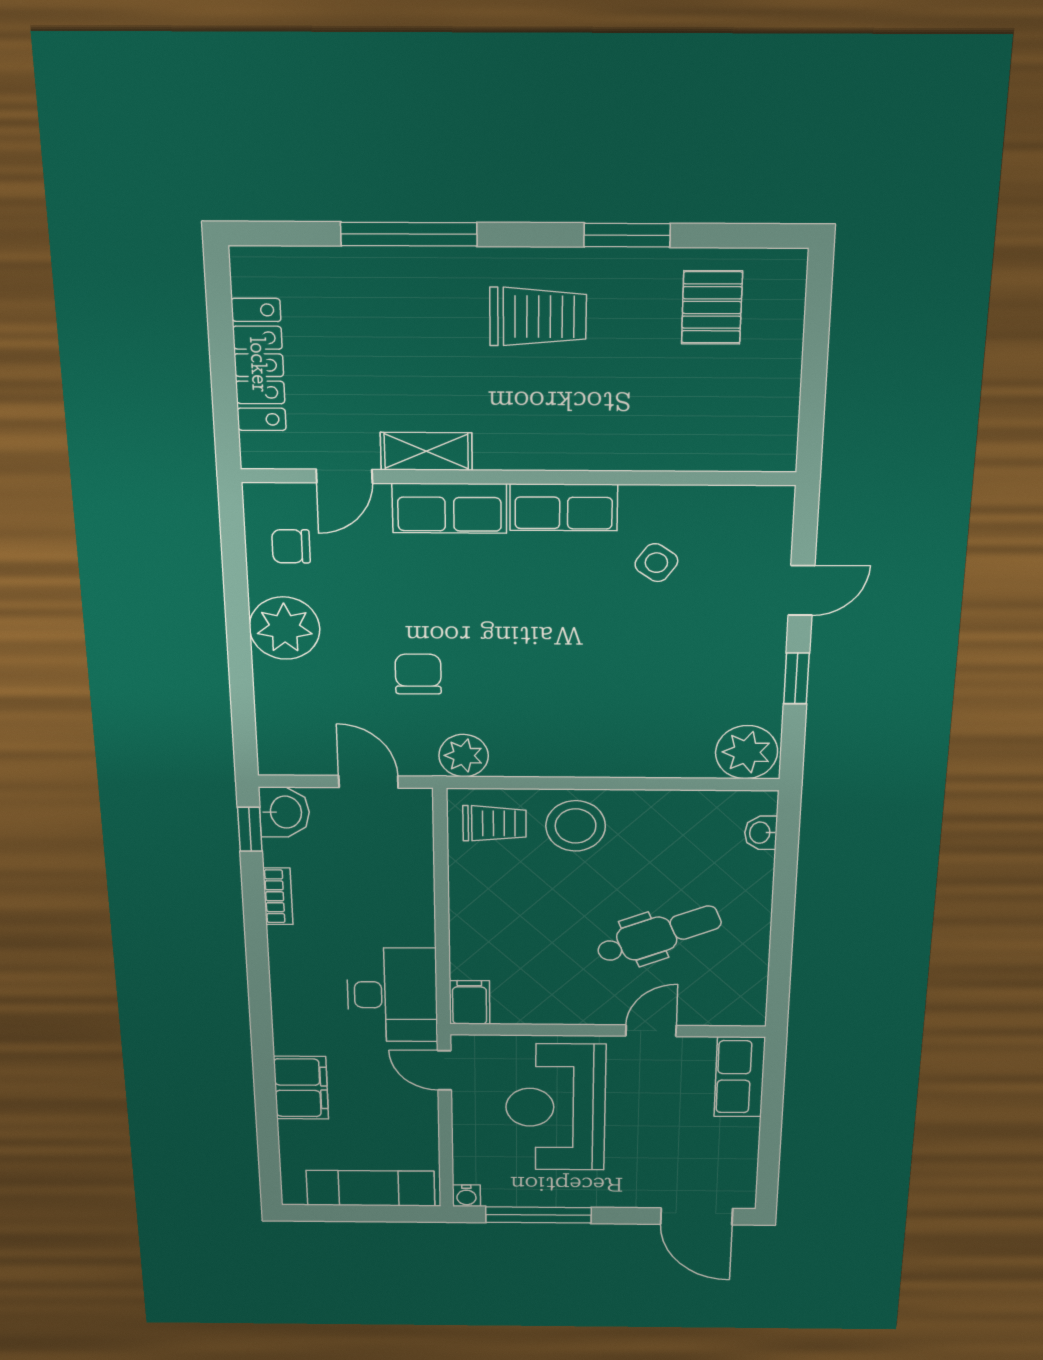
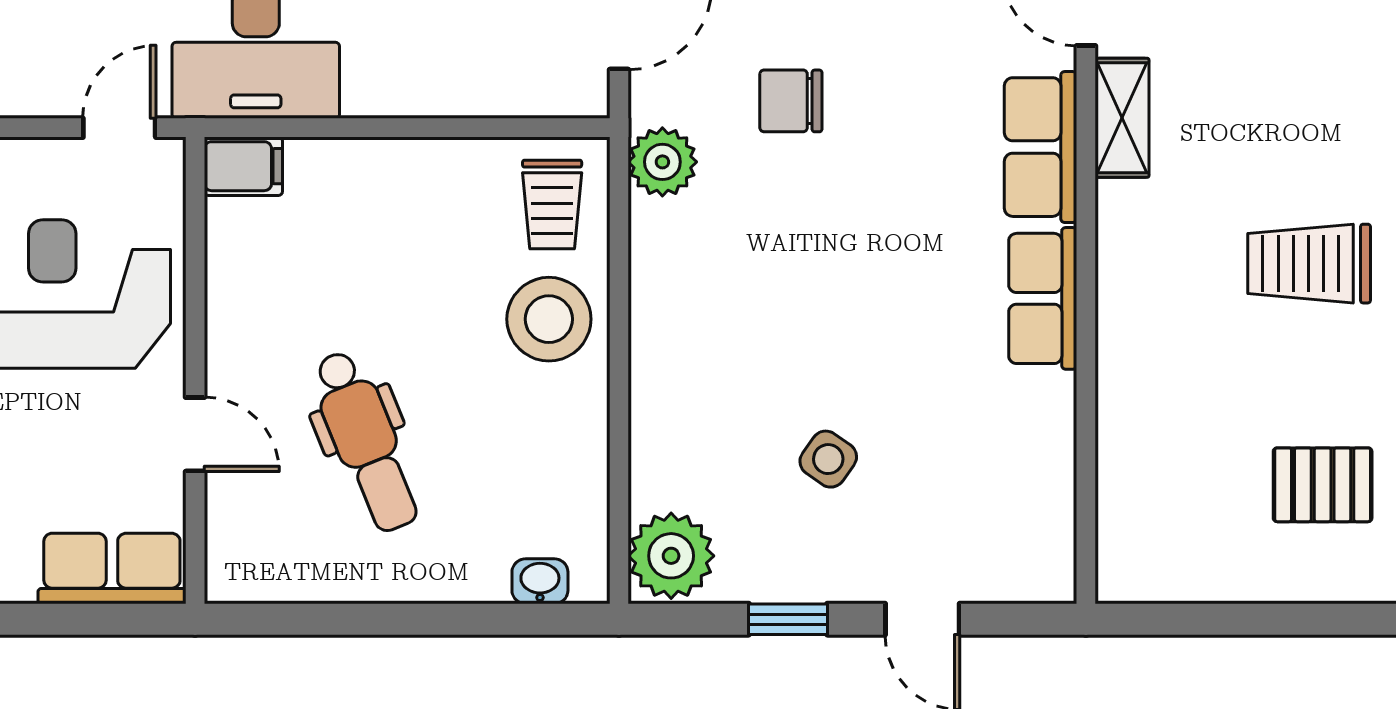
trolley: (538, 317) -> (1309, 264), turned 90
side table: (656, 563) -> (828, 459), moved
chair: (418, 674) -> (791, 101), turned 180

